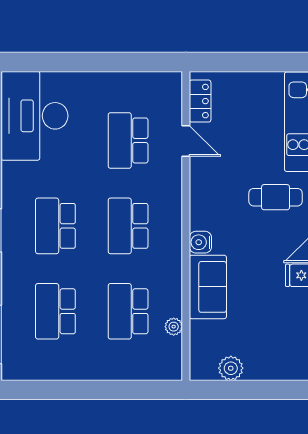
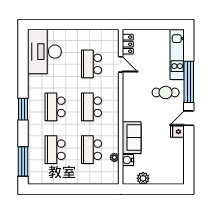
water cooler: (200, 242) -> (128, 160), moved

